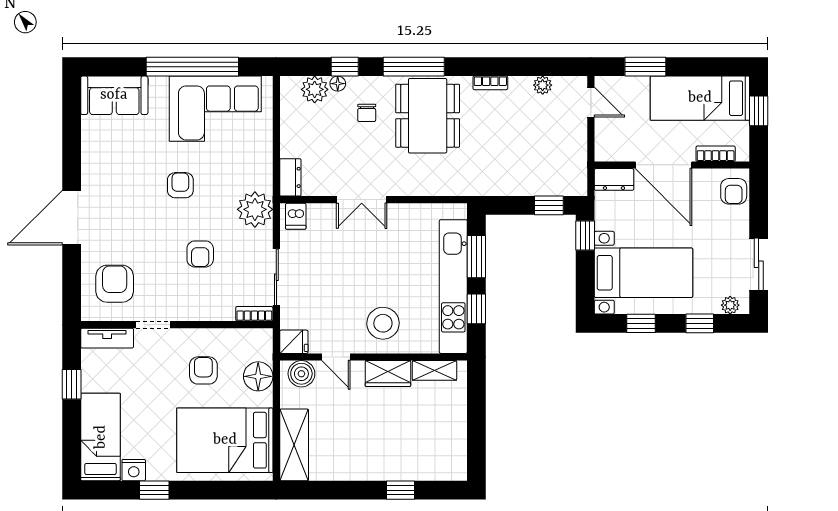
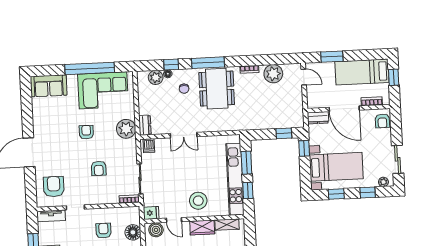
plant: (543, 85) -> (273, 74), width x1.88, depth x1.88
plant: (255, 209) -> (126, 129), moved

